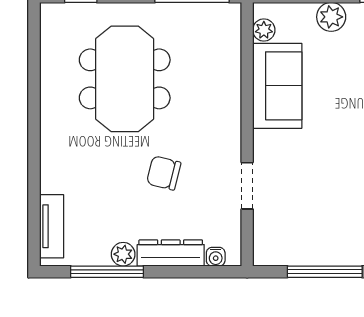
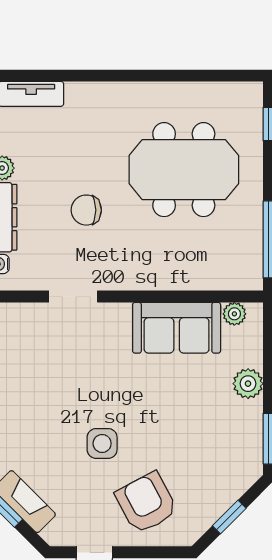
chair: (164, 173) -> (86, 210), turned -104

